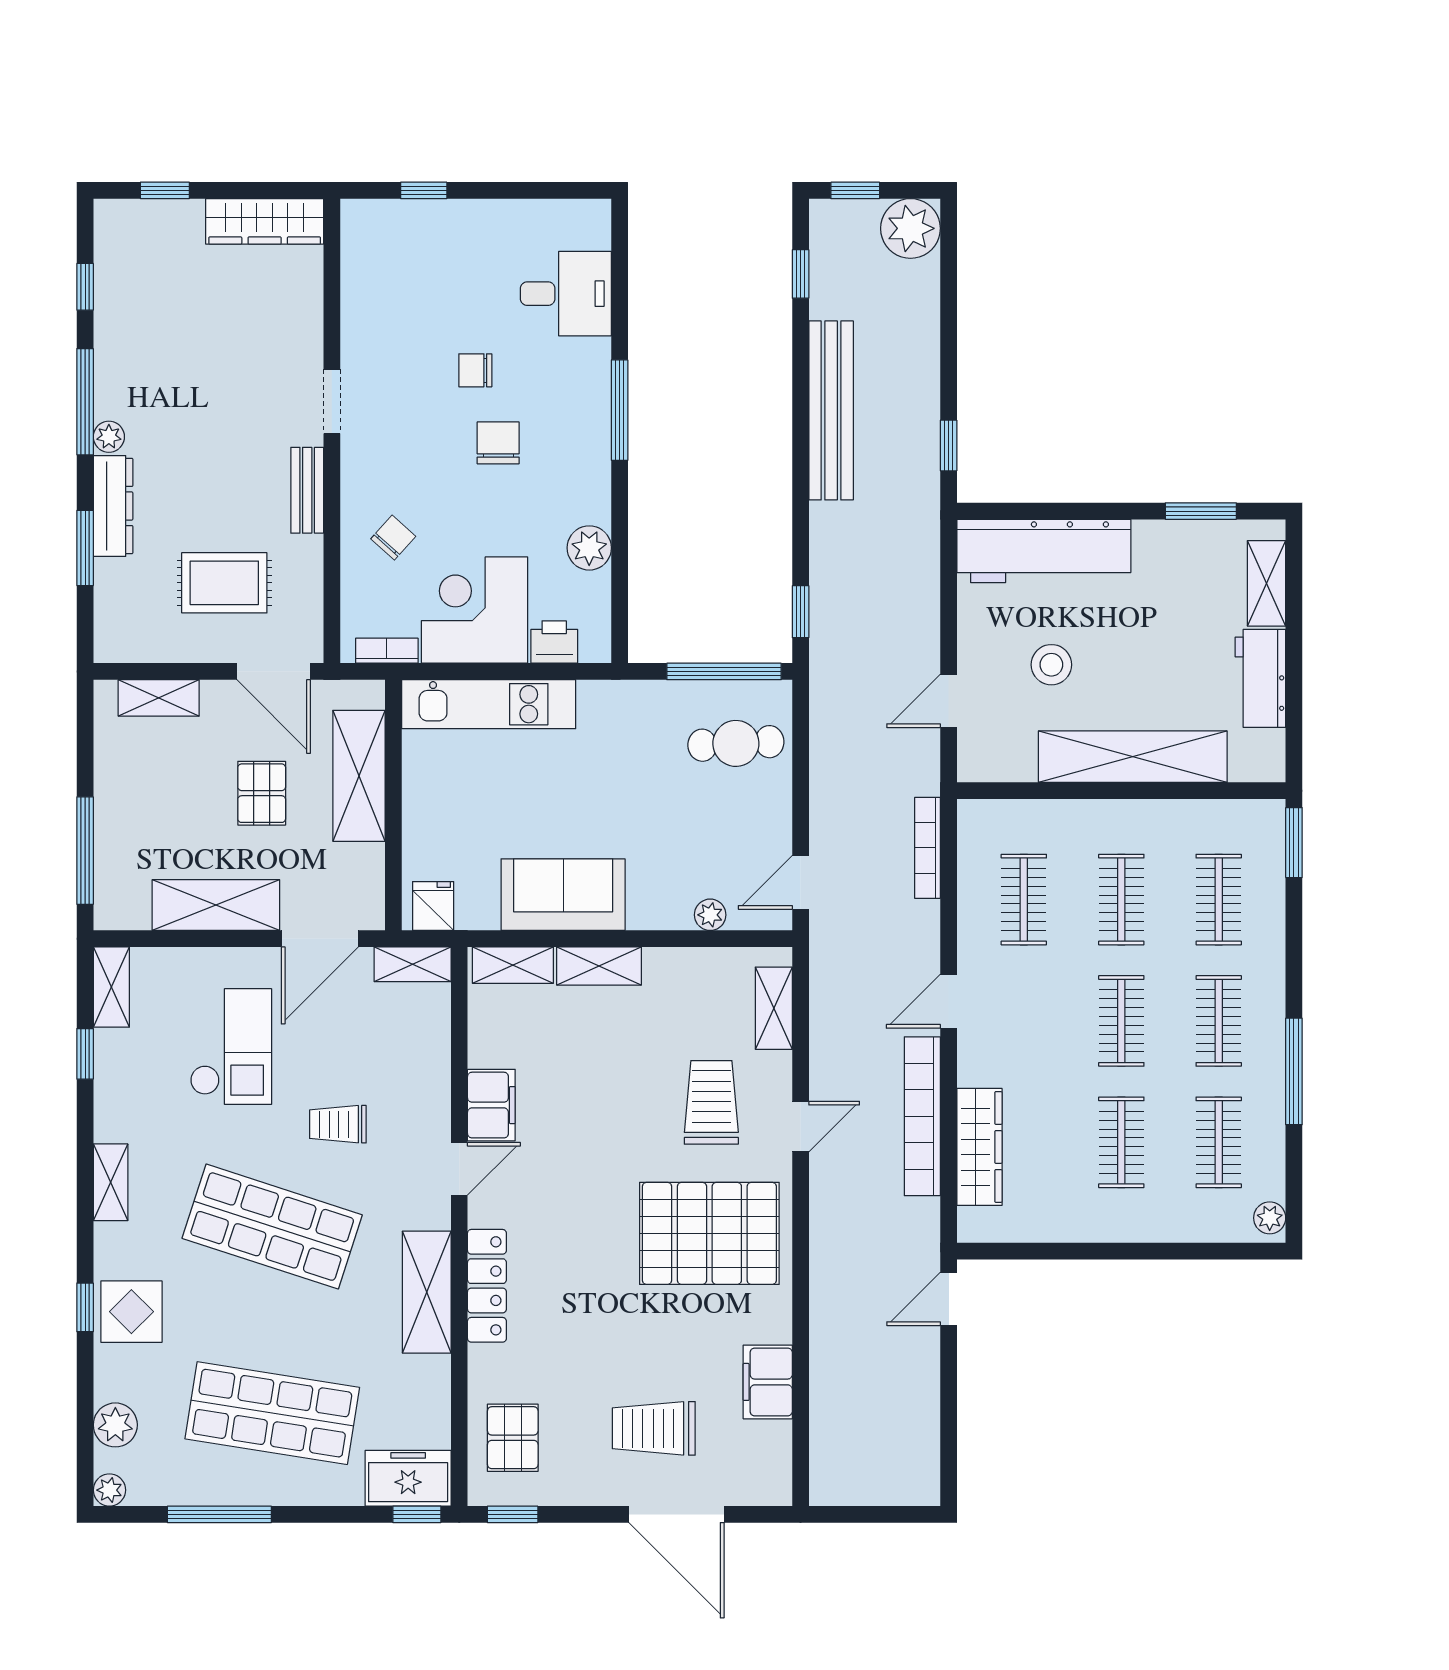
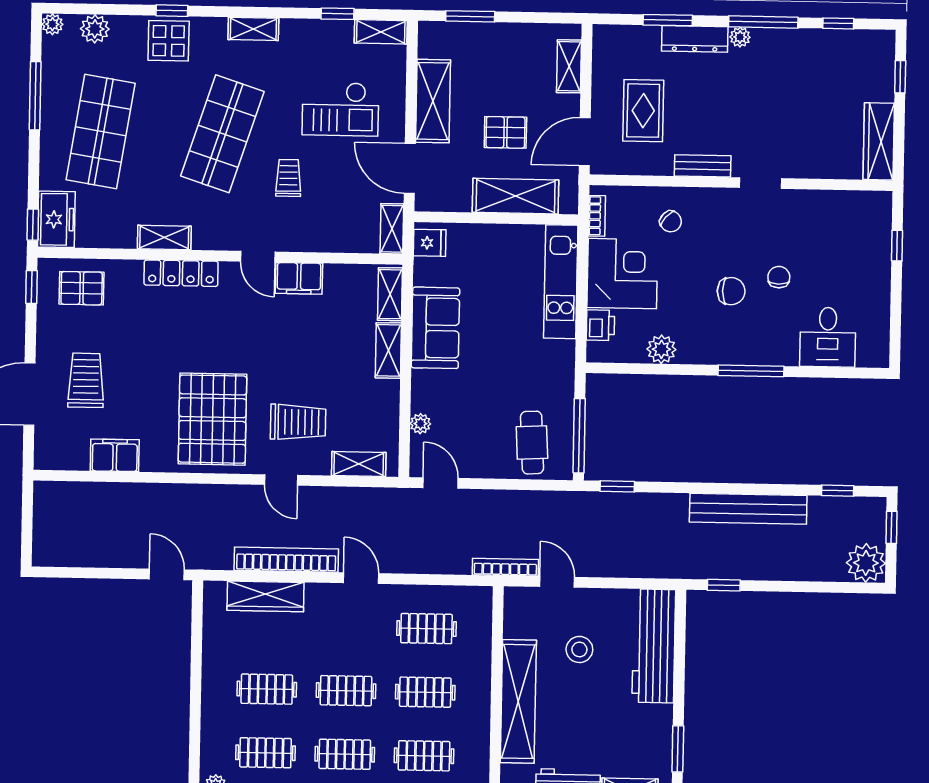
bookcase: (927, 848) -> (505, 567), moved
window: (85, 851) -> (470, 16), width x0.69
shelving: (427, 1292) -> (164, 238), width x0.67, depth x0.75

